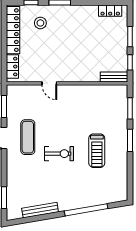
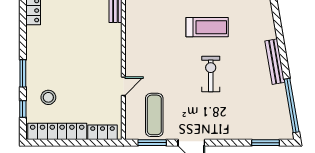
exercise mat: (28, 137) -> (154, 115), moved, turned 90
bench: (40, 210) -> (275, 62), moved
window: (86, 210) -> (292, 106), moved

